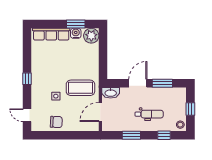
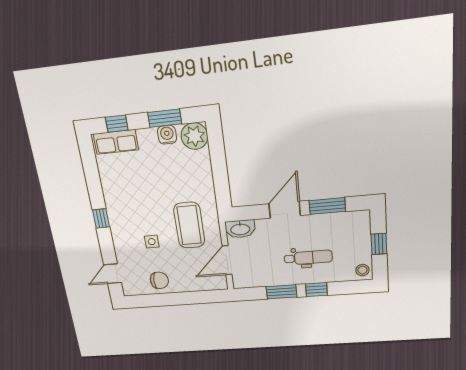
window: (48, 24) -> (117, 124), added
row of seats: (51, 34) -> (116, 142), width x0.68
coffee table: (80, 88) -> (189, 225), turned 90
door: (27, 115) -> (113, 274), hinge flipped
window: (164, 135) -> (316, 290), moved

